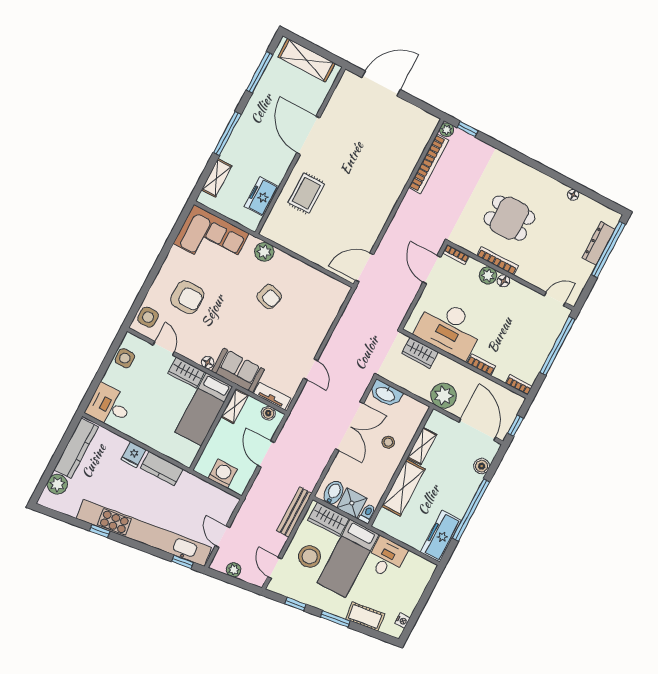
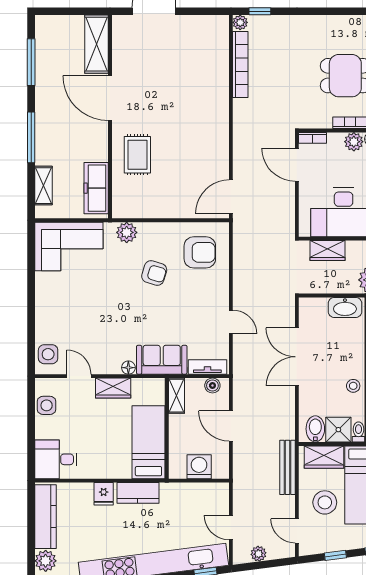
shelving: (307, 60) -> (96, 44), moved, turned 90
freezer: (262, 197) -> (96, 188), width x1.40
armchair: (187, 297) -> (200, 252), moved
washbasin: (386, 394) -> (345, 307), moved
bed: (204, 409) -> (148, 442), moved, turned 180
double door: (349, 426) -> (297, 357), swing flipped
stool: (388, 442) -> (353, 386), moved

